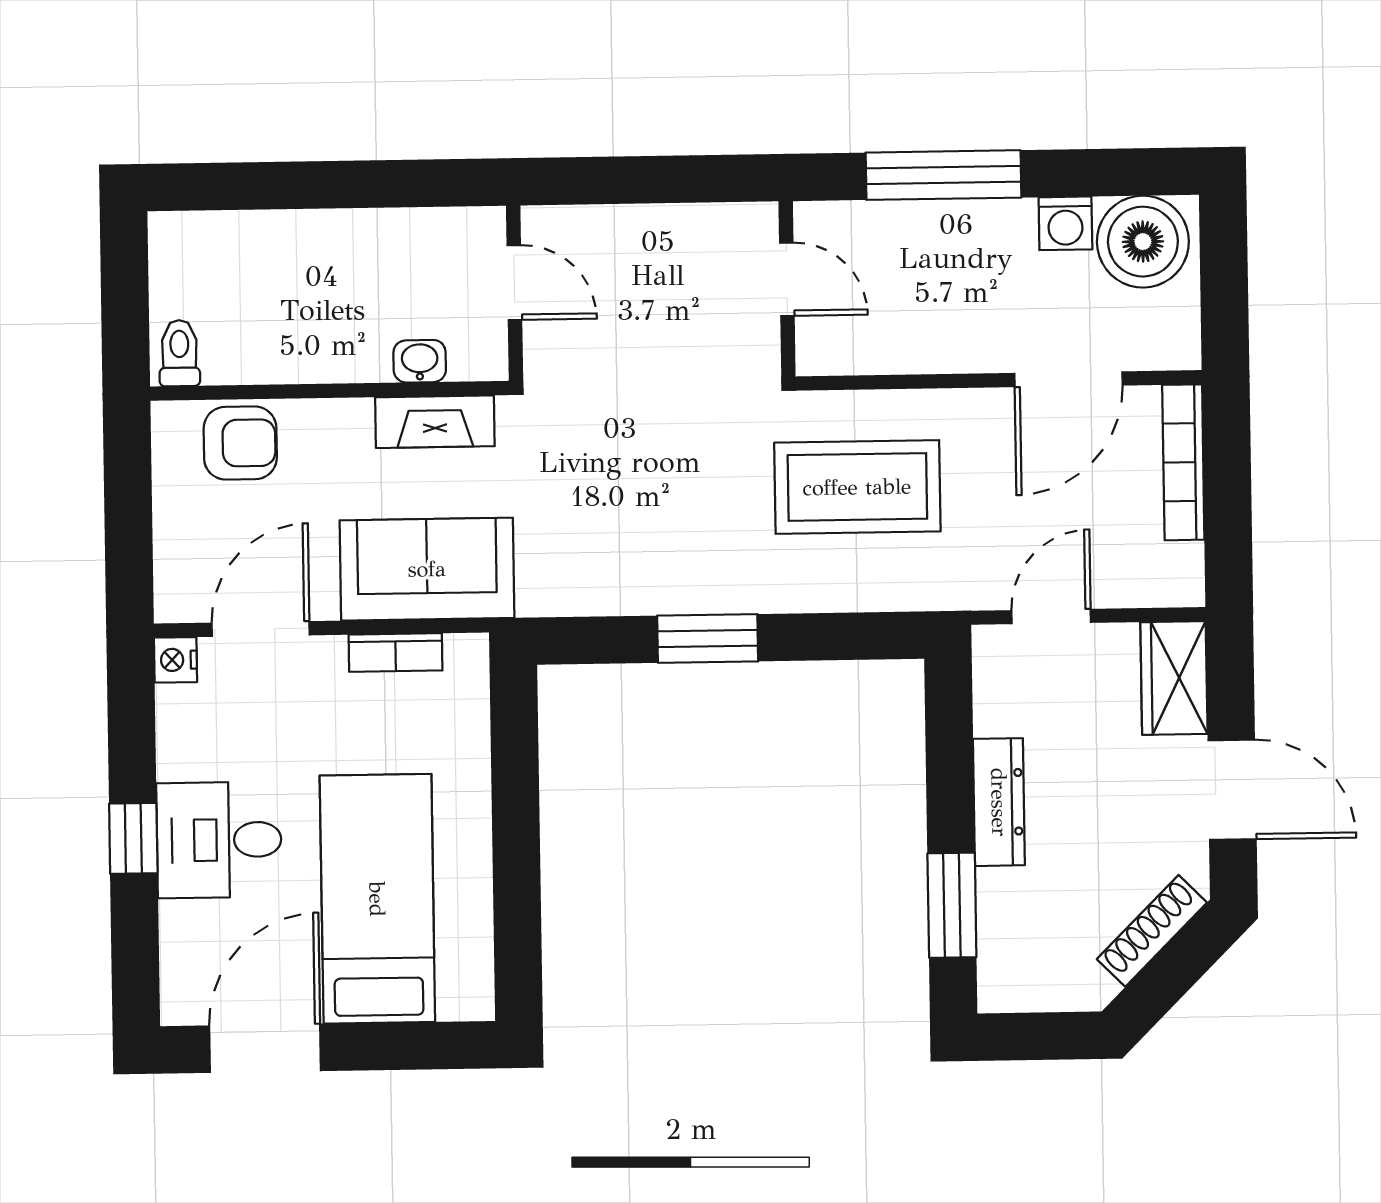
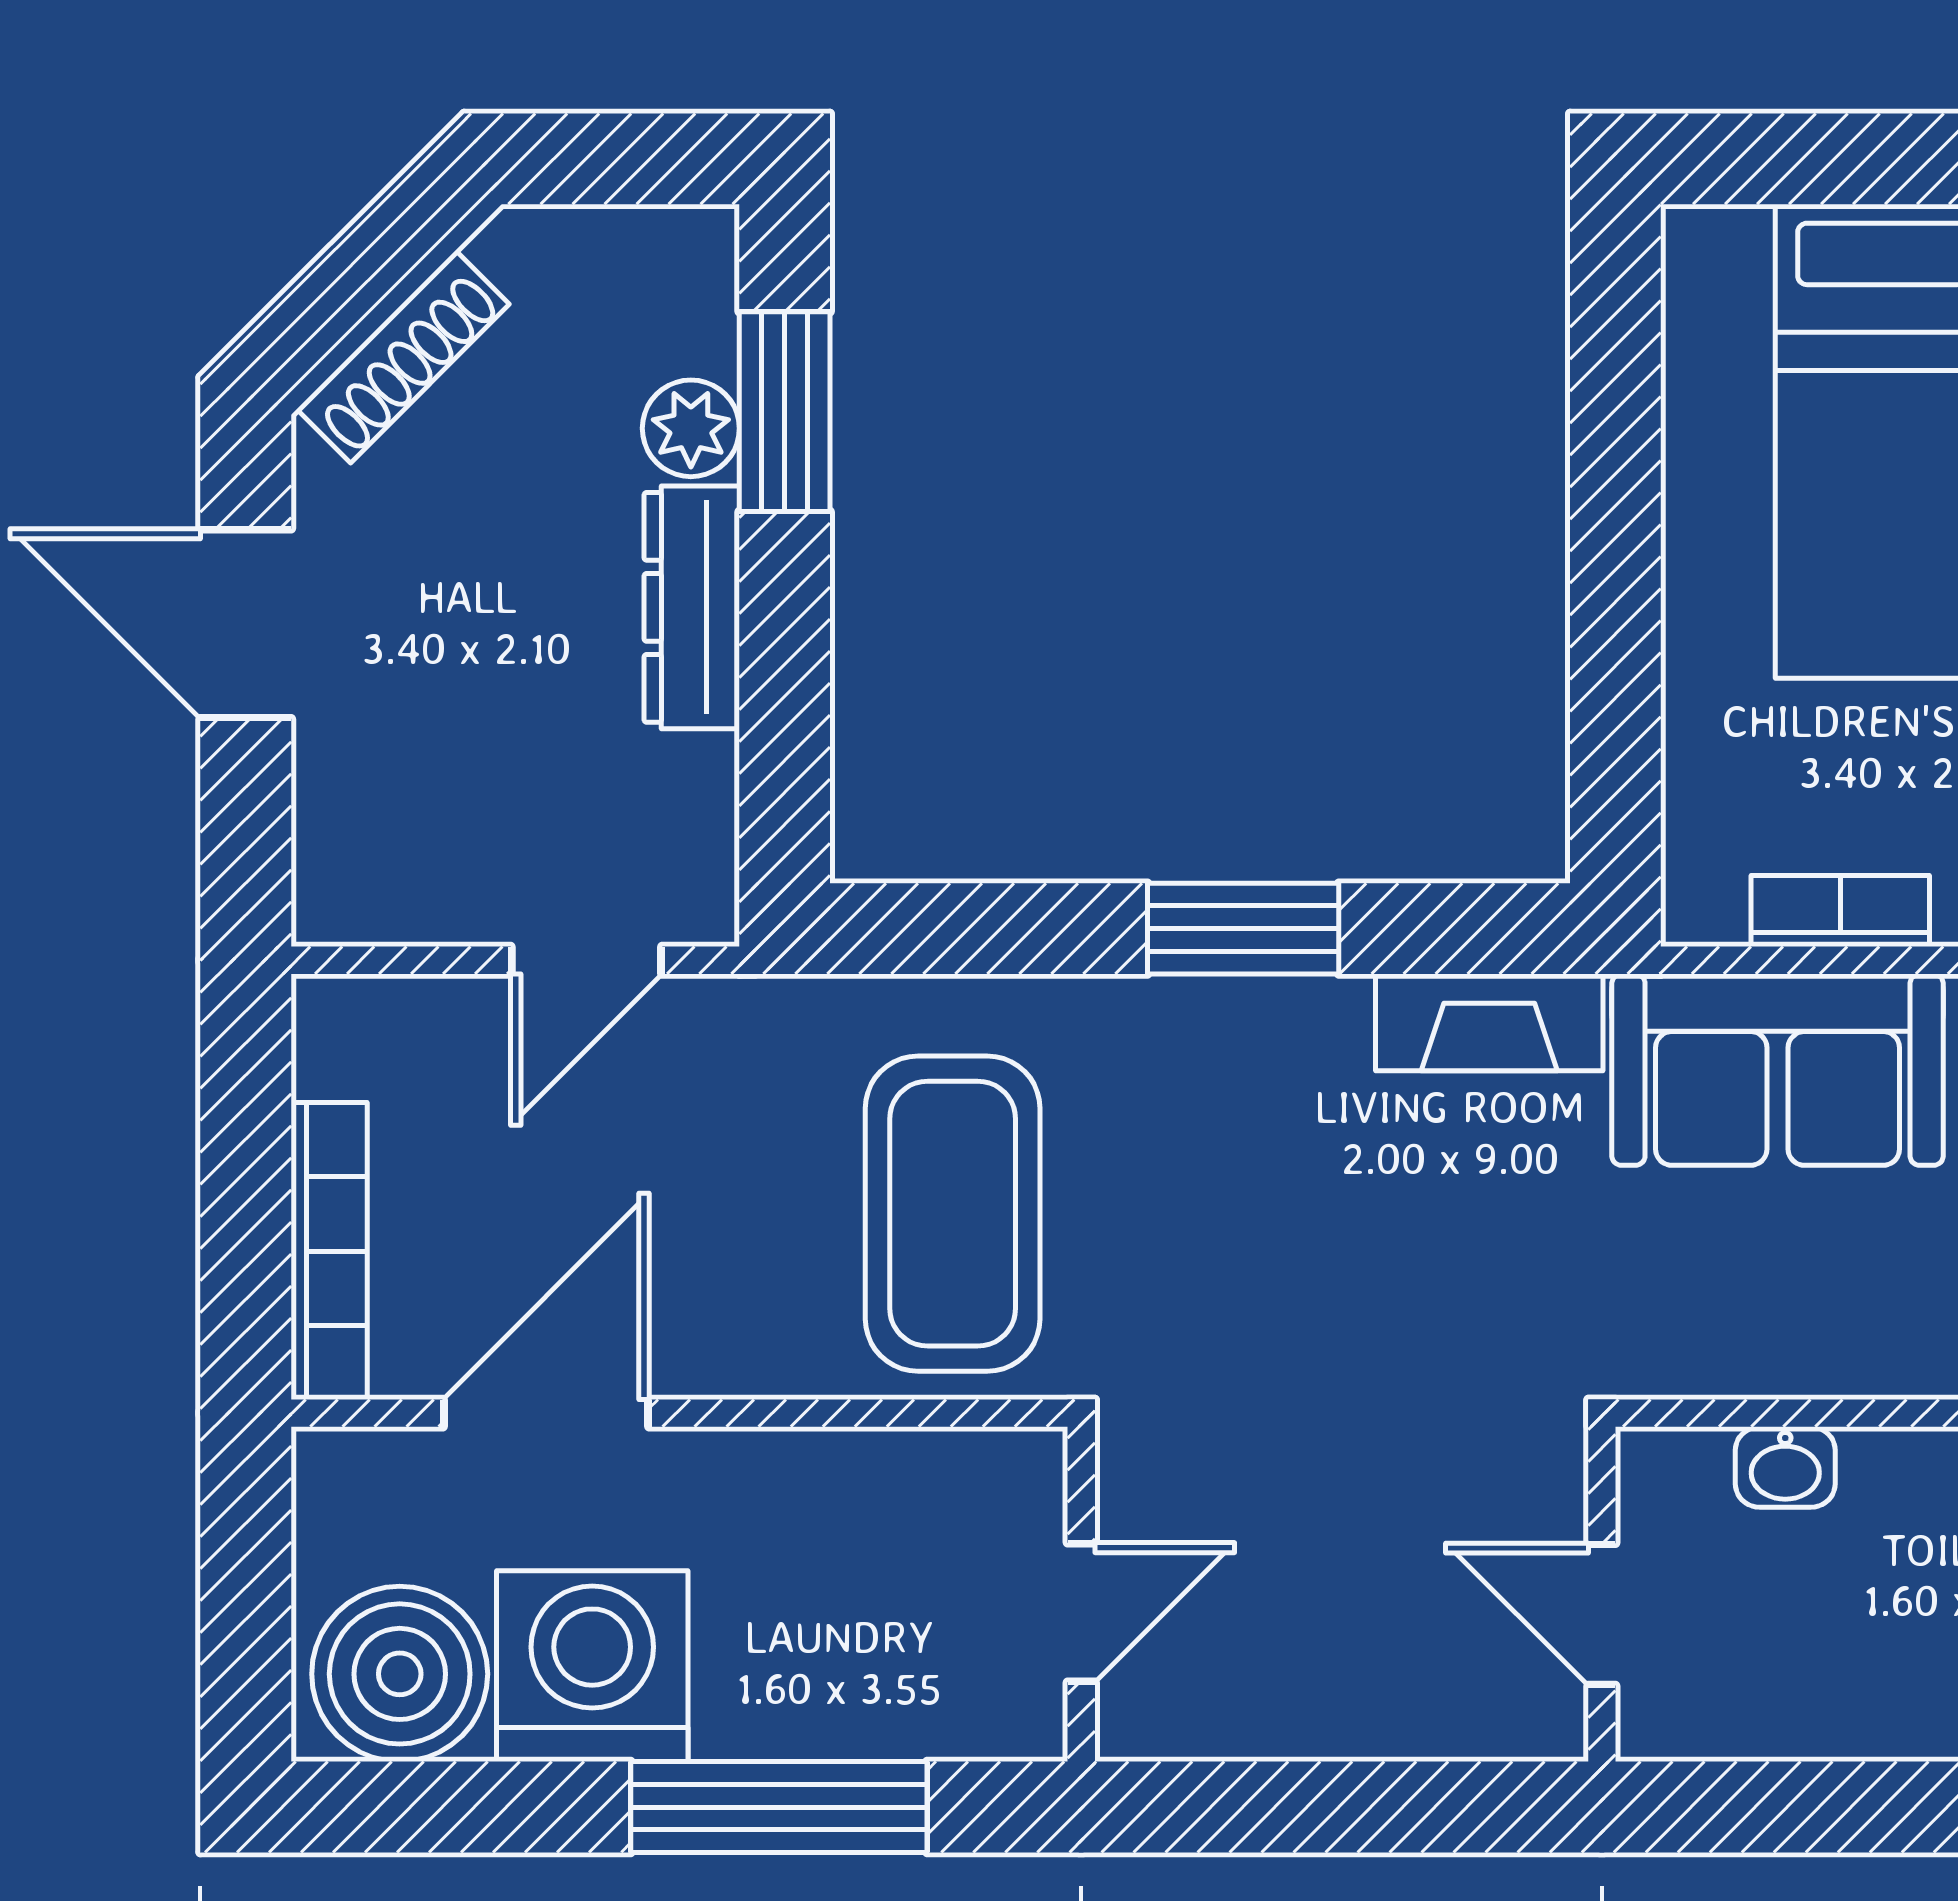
washing machine: (1065, 223) -> (592, 1666), width x1.89, depth x1.89
door: (787, 279) -> (1081, 1612), swing flipped
fireplace: (435, 422) -> (1489, 1022), moved, turned 180
coffee table: (857, 487) -> (953, 1214), turned 90
wardrobe: (1174, 678) -> (353, 839), removed
plant: (1001, 896) -> (691, 428), added

